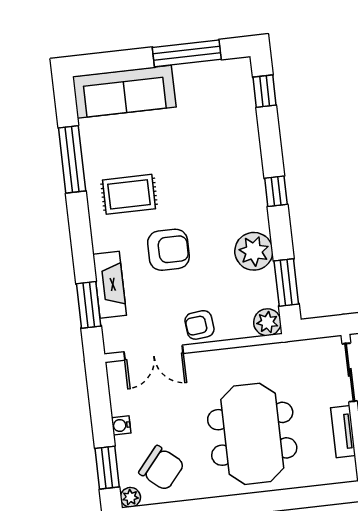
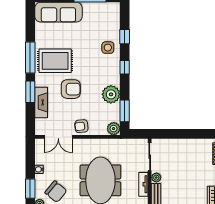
window: (265, 91) -> (125, 37), moved
side table: (236, 154) -> (108, 48), added
window: (72, 159) -> (30, 57), moved
rug: (129, 194) -> (55, 61), width x1.36, depth x1.43
window: (89, 305) -> (30, 92), moved

